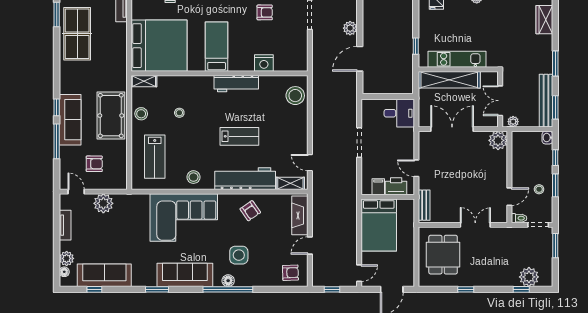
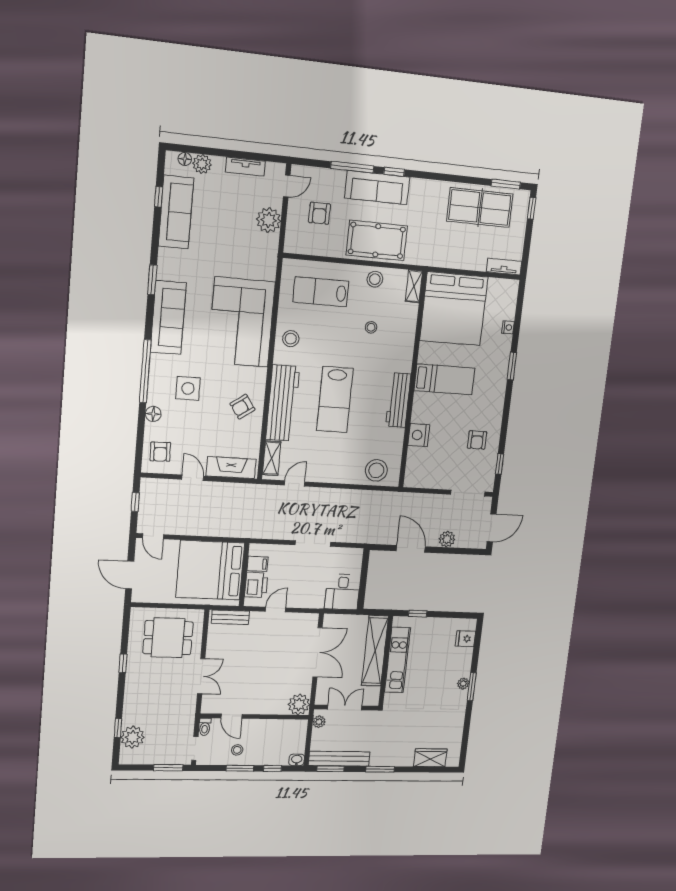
lab bench: (239, 136) -> (335, 400), width x1.36, depth x1.39
bed: (379, 225) -> (210, 570), width x1.36
floor lamp: (228, 281) -> (153, 414), moved

